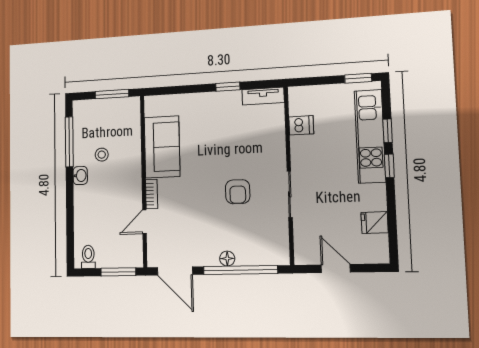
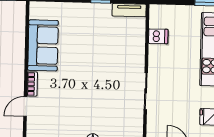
armchair: (238, 192) -> (104, 86), removed

